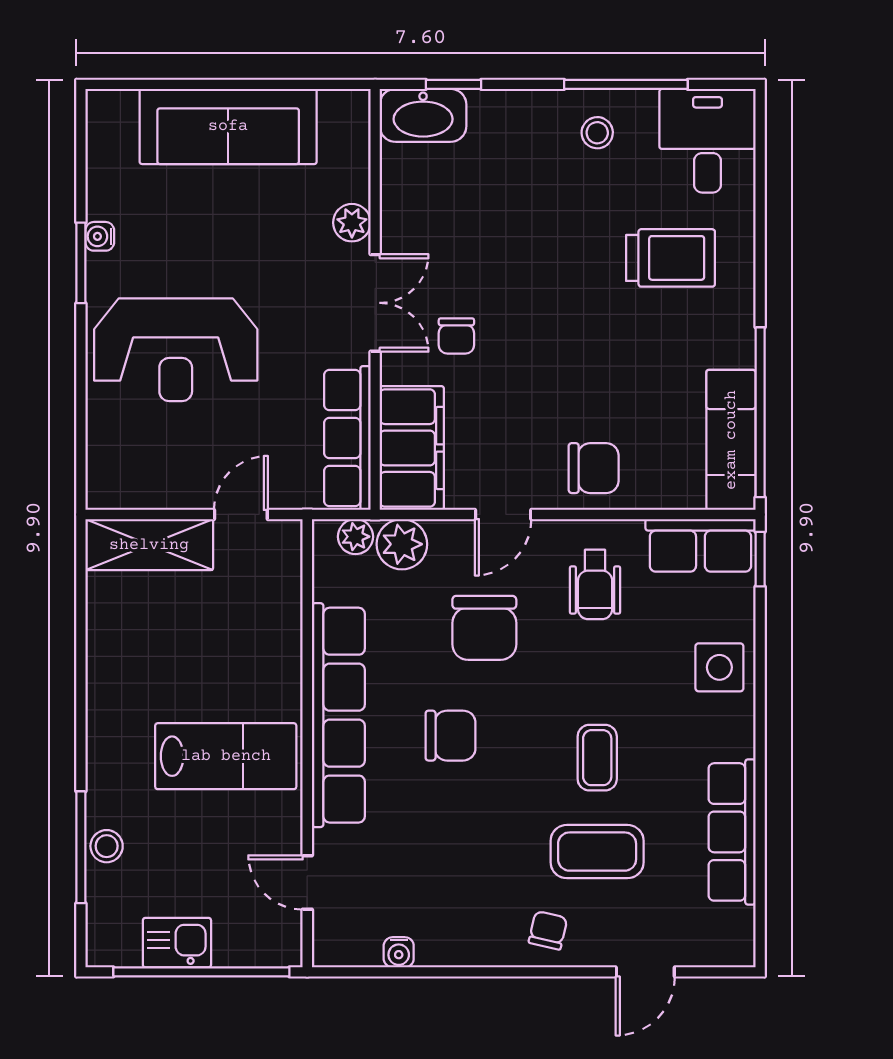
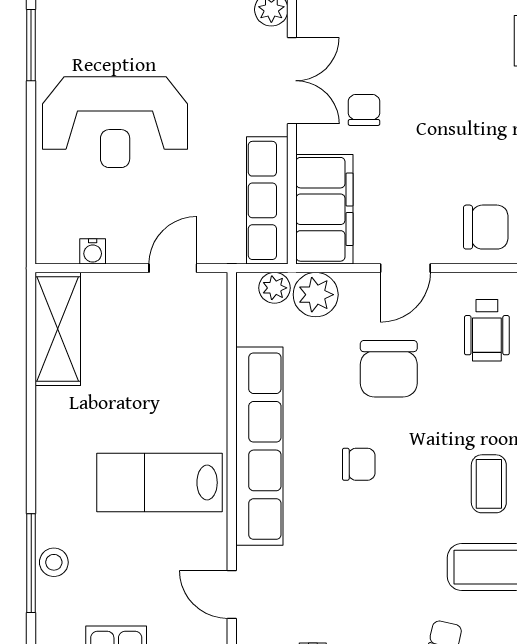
water cooler: (100, 236) -> (93, 251), moved, turned -90
chair: (456, 336) -> (364, 110), turned 180
shelving: (149, 545) -> (58, 329), moved, turned 90
chair: (451, 736) -> (359, 464), width x0.73, depth x0.73
lab bench: (226, 756) -> (160, 483), turned 180

